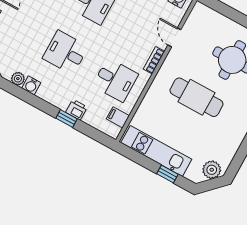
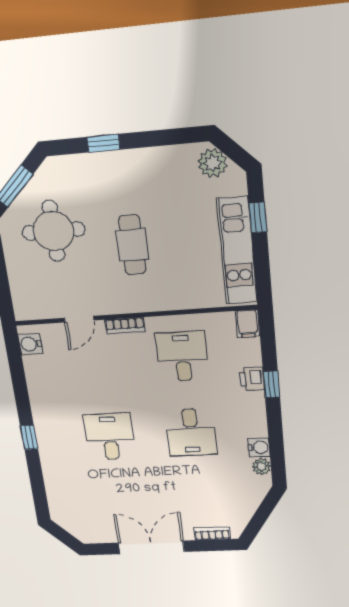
cafe table: (196, 97) -> (132, 245), width x0.73, depth x0.74
filing cabinet: (118, 117) -> (247, 324), moved

